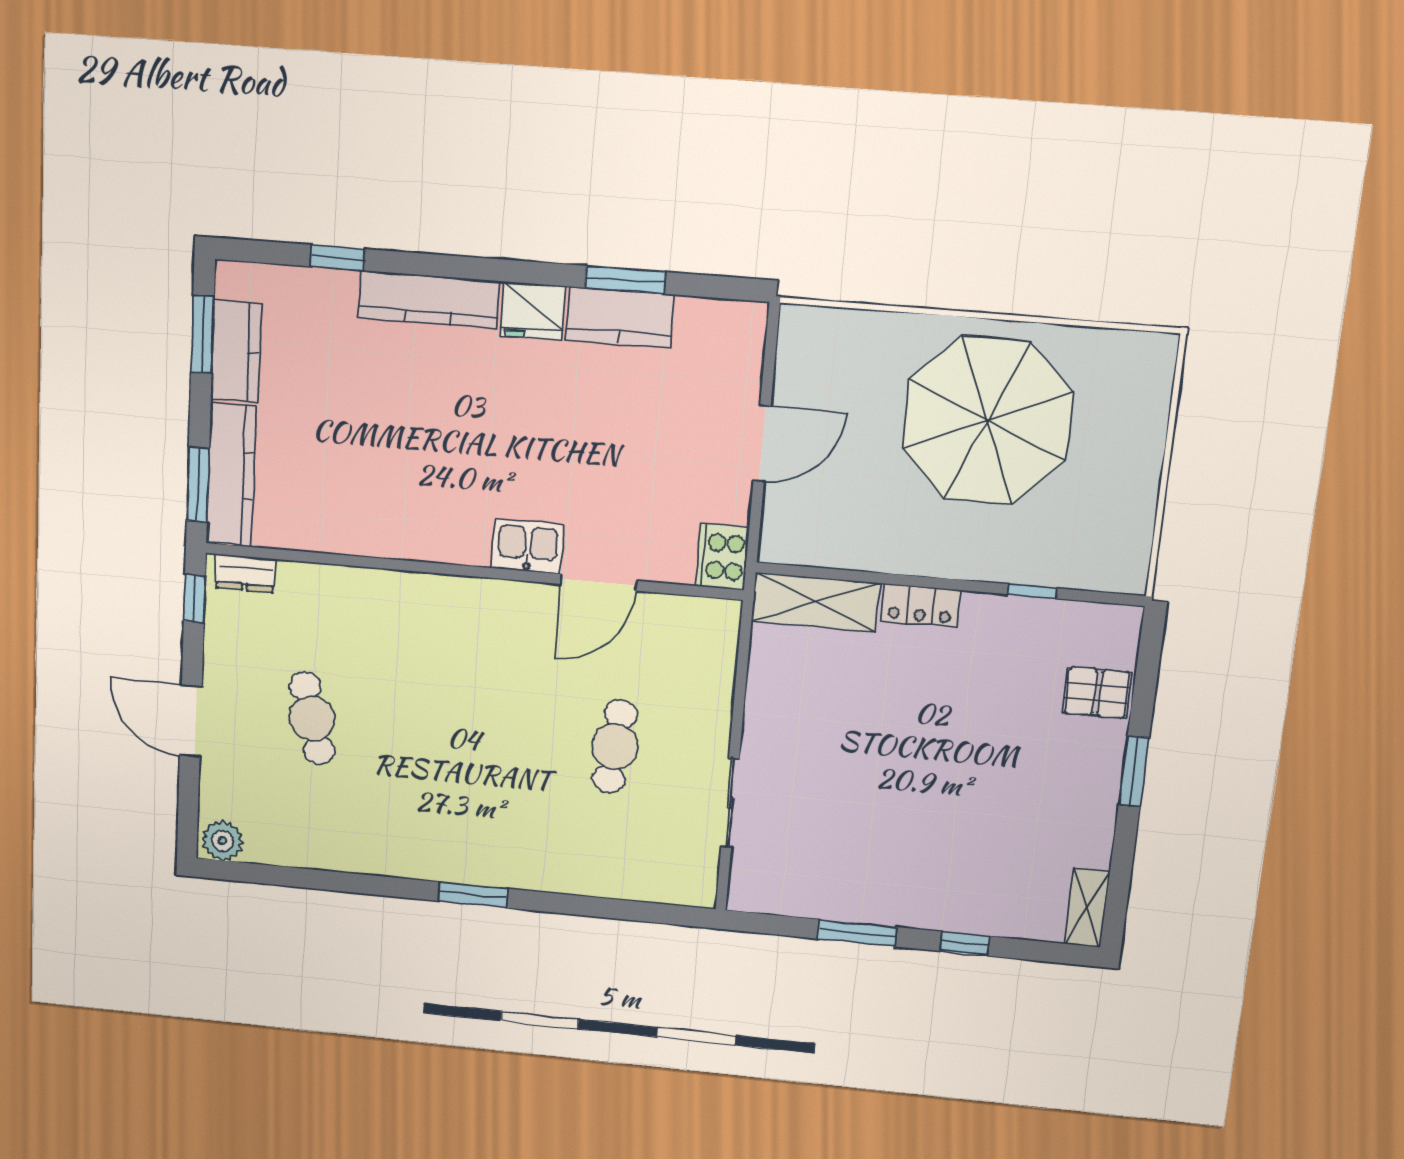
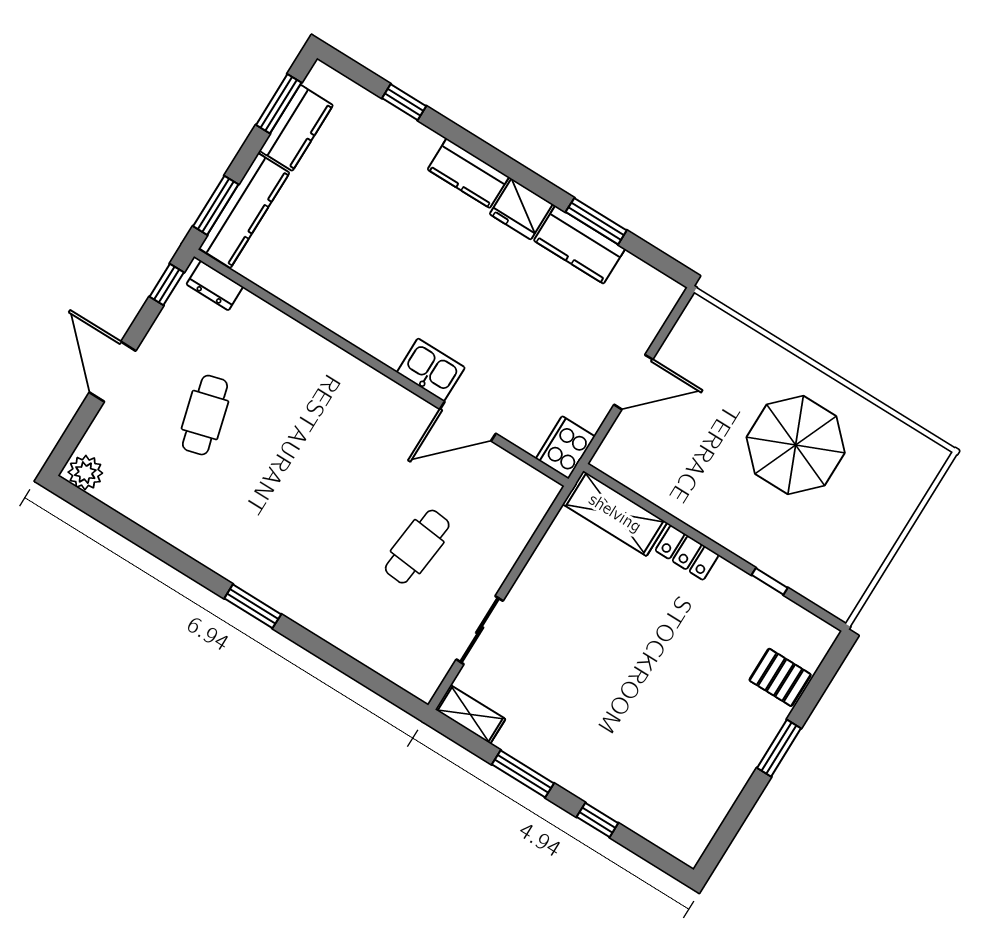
kitchen counter: (429, 300) -> (468, 173), width x0.67
parasol: (987, 420) -> (796, 445), width x0.73, depth x0.73
shelving: (1087, 907) -> (470, 714), moved, turned 90

